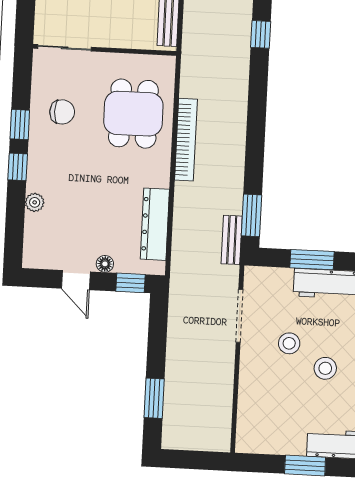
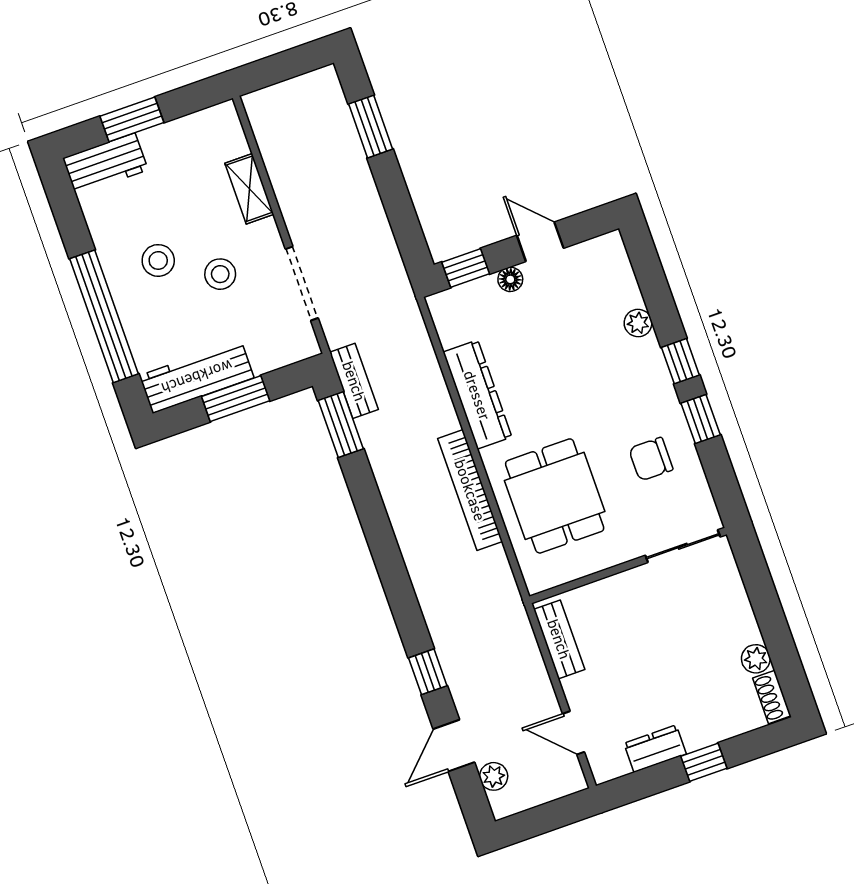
dresser: (155, 224) -> (477, 395), moved
shelving: (248, 390) -> (249, 189), added

